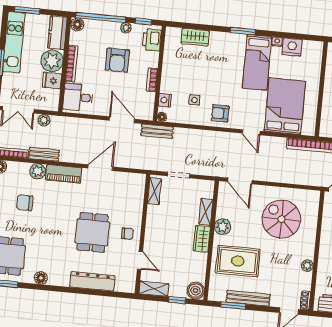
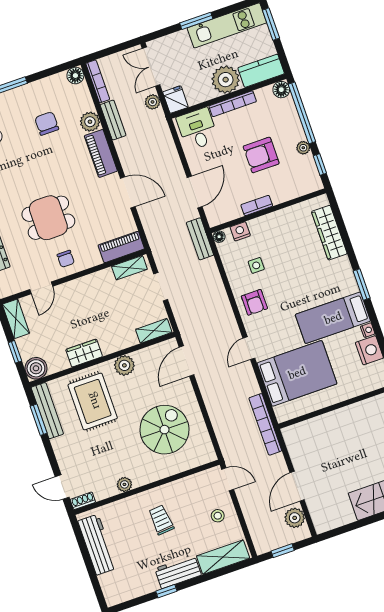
wardrobe: (195, 37) -> (329, 233), width x1.50
printer: (152, 40) -> (303, 184), removed
fridge: (52, 81) -> (175, 100), moved
armchair: (220, 113) -> (254, 302), turned 180
piano: (137, 190) -> (121, 247), added
shelving: (206, 212) -> (154, 331), moved
wardrobe: (202, 239) -> (84, 353), moved
bench: (248, 298) -> (47, 411), moved

